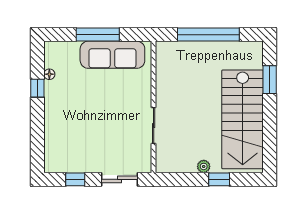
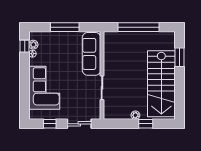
sofa: (112, 55) -> (92, 54), moved, turned 90
plant: (51, 61) -> (33, 45), added
window: (37, 88) -> (25, 46), moved
corner sofa: (67, 125) -> (44, 88), added

